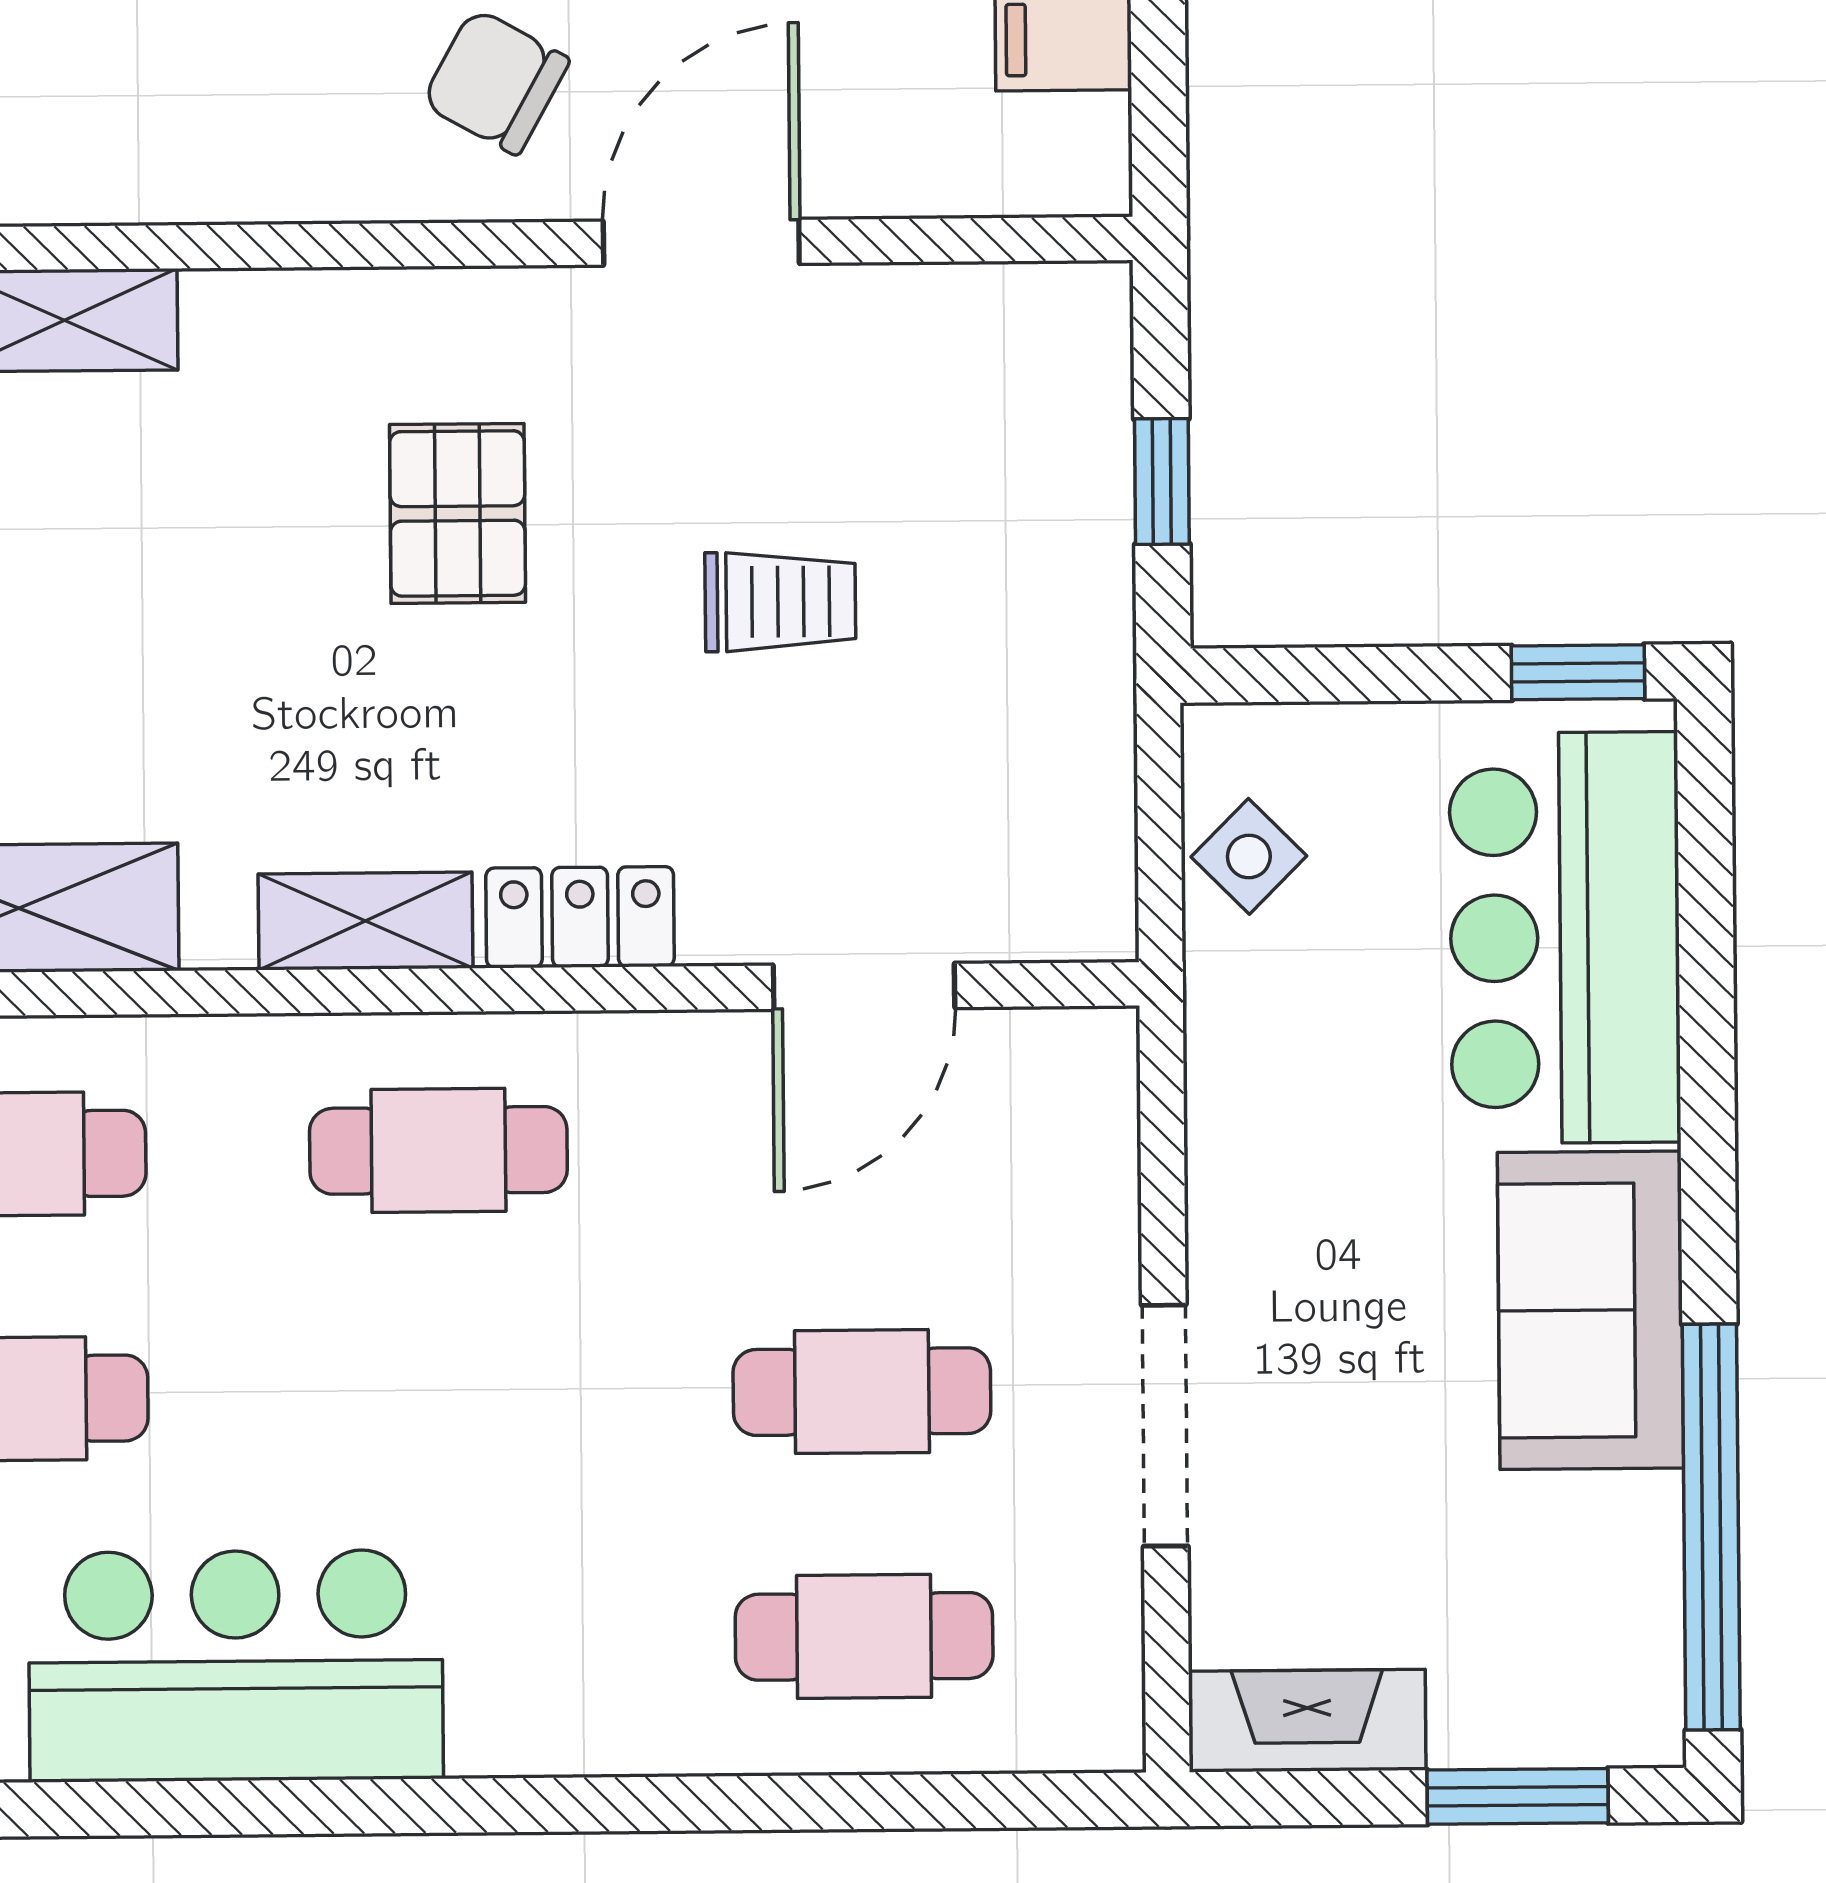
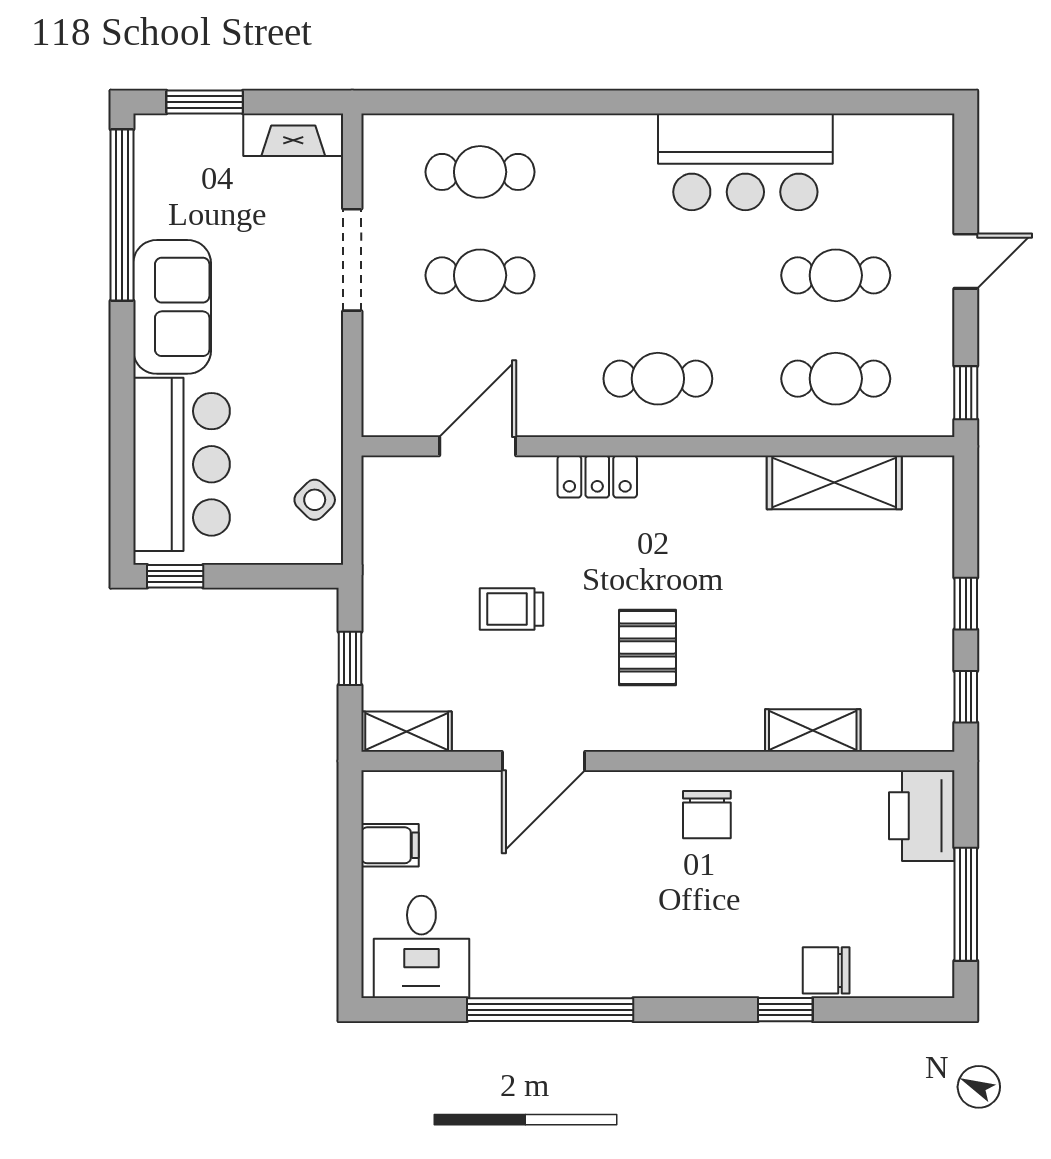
chair: (496, 82) -> (707, 815), moved, turned 61
shelving: (365, 921) -> (407, 732), moved

